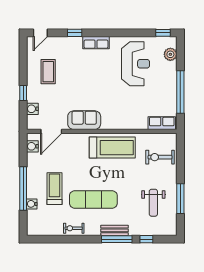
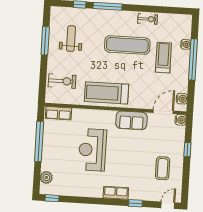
reception desk: (135, 64) -> (92, 150), moved
water cooler: (32, 109) -> (181, 120), moved
treadmill: (54, 189) -> (163, 58), turned 180
bench: (115, 230) -> (109, 15), removed

